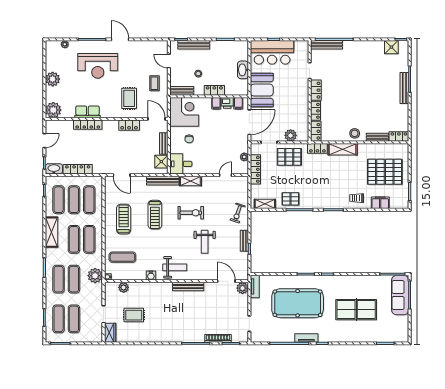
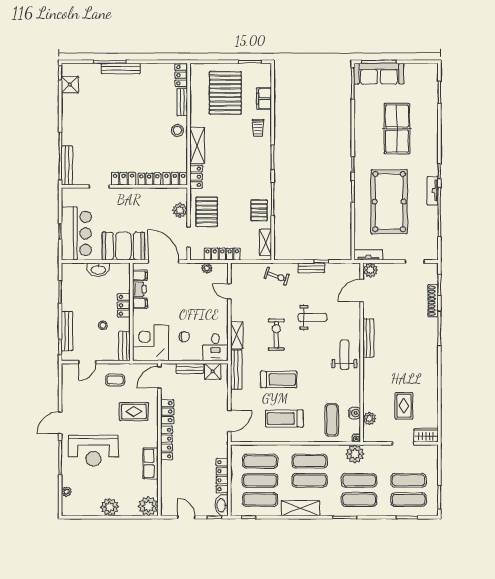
reception desk: (98, 66) -> (93, 451), turned 90
locker: (88, 125) -> (167, 443), moved
water cooler: (151, 276) -> (355, 413), moved

